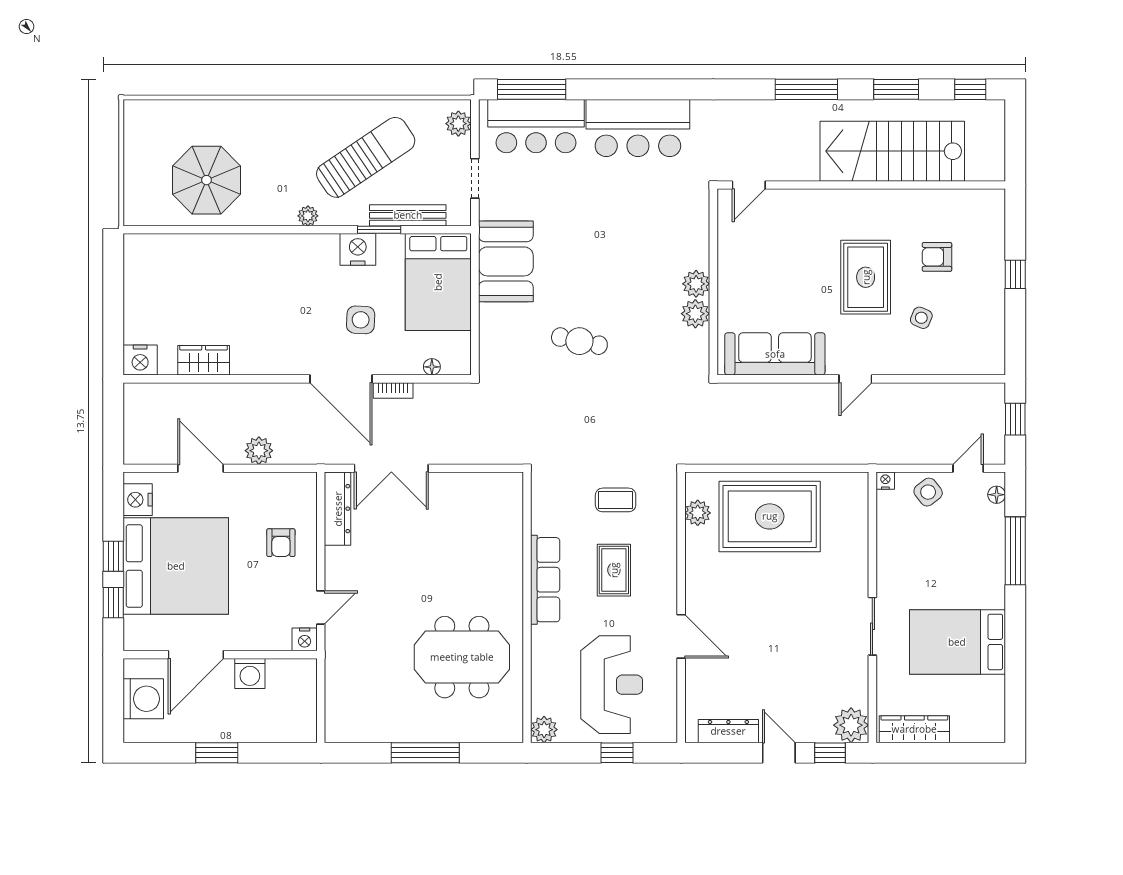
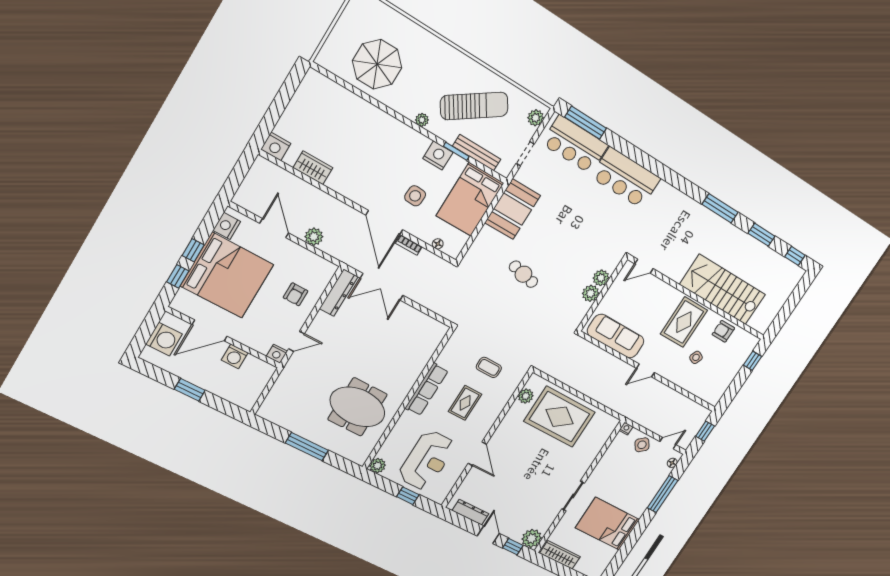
stairs: (892, 151) -> (723, 290), moved
door: (749, 185) -> (644, 266), moved
wall: (861, 185) -> (697, 298), moved

